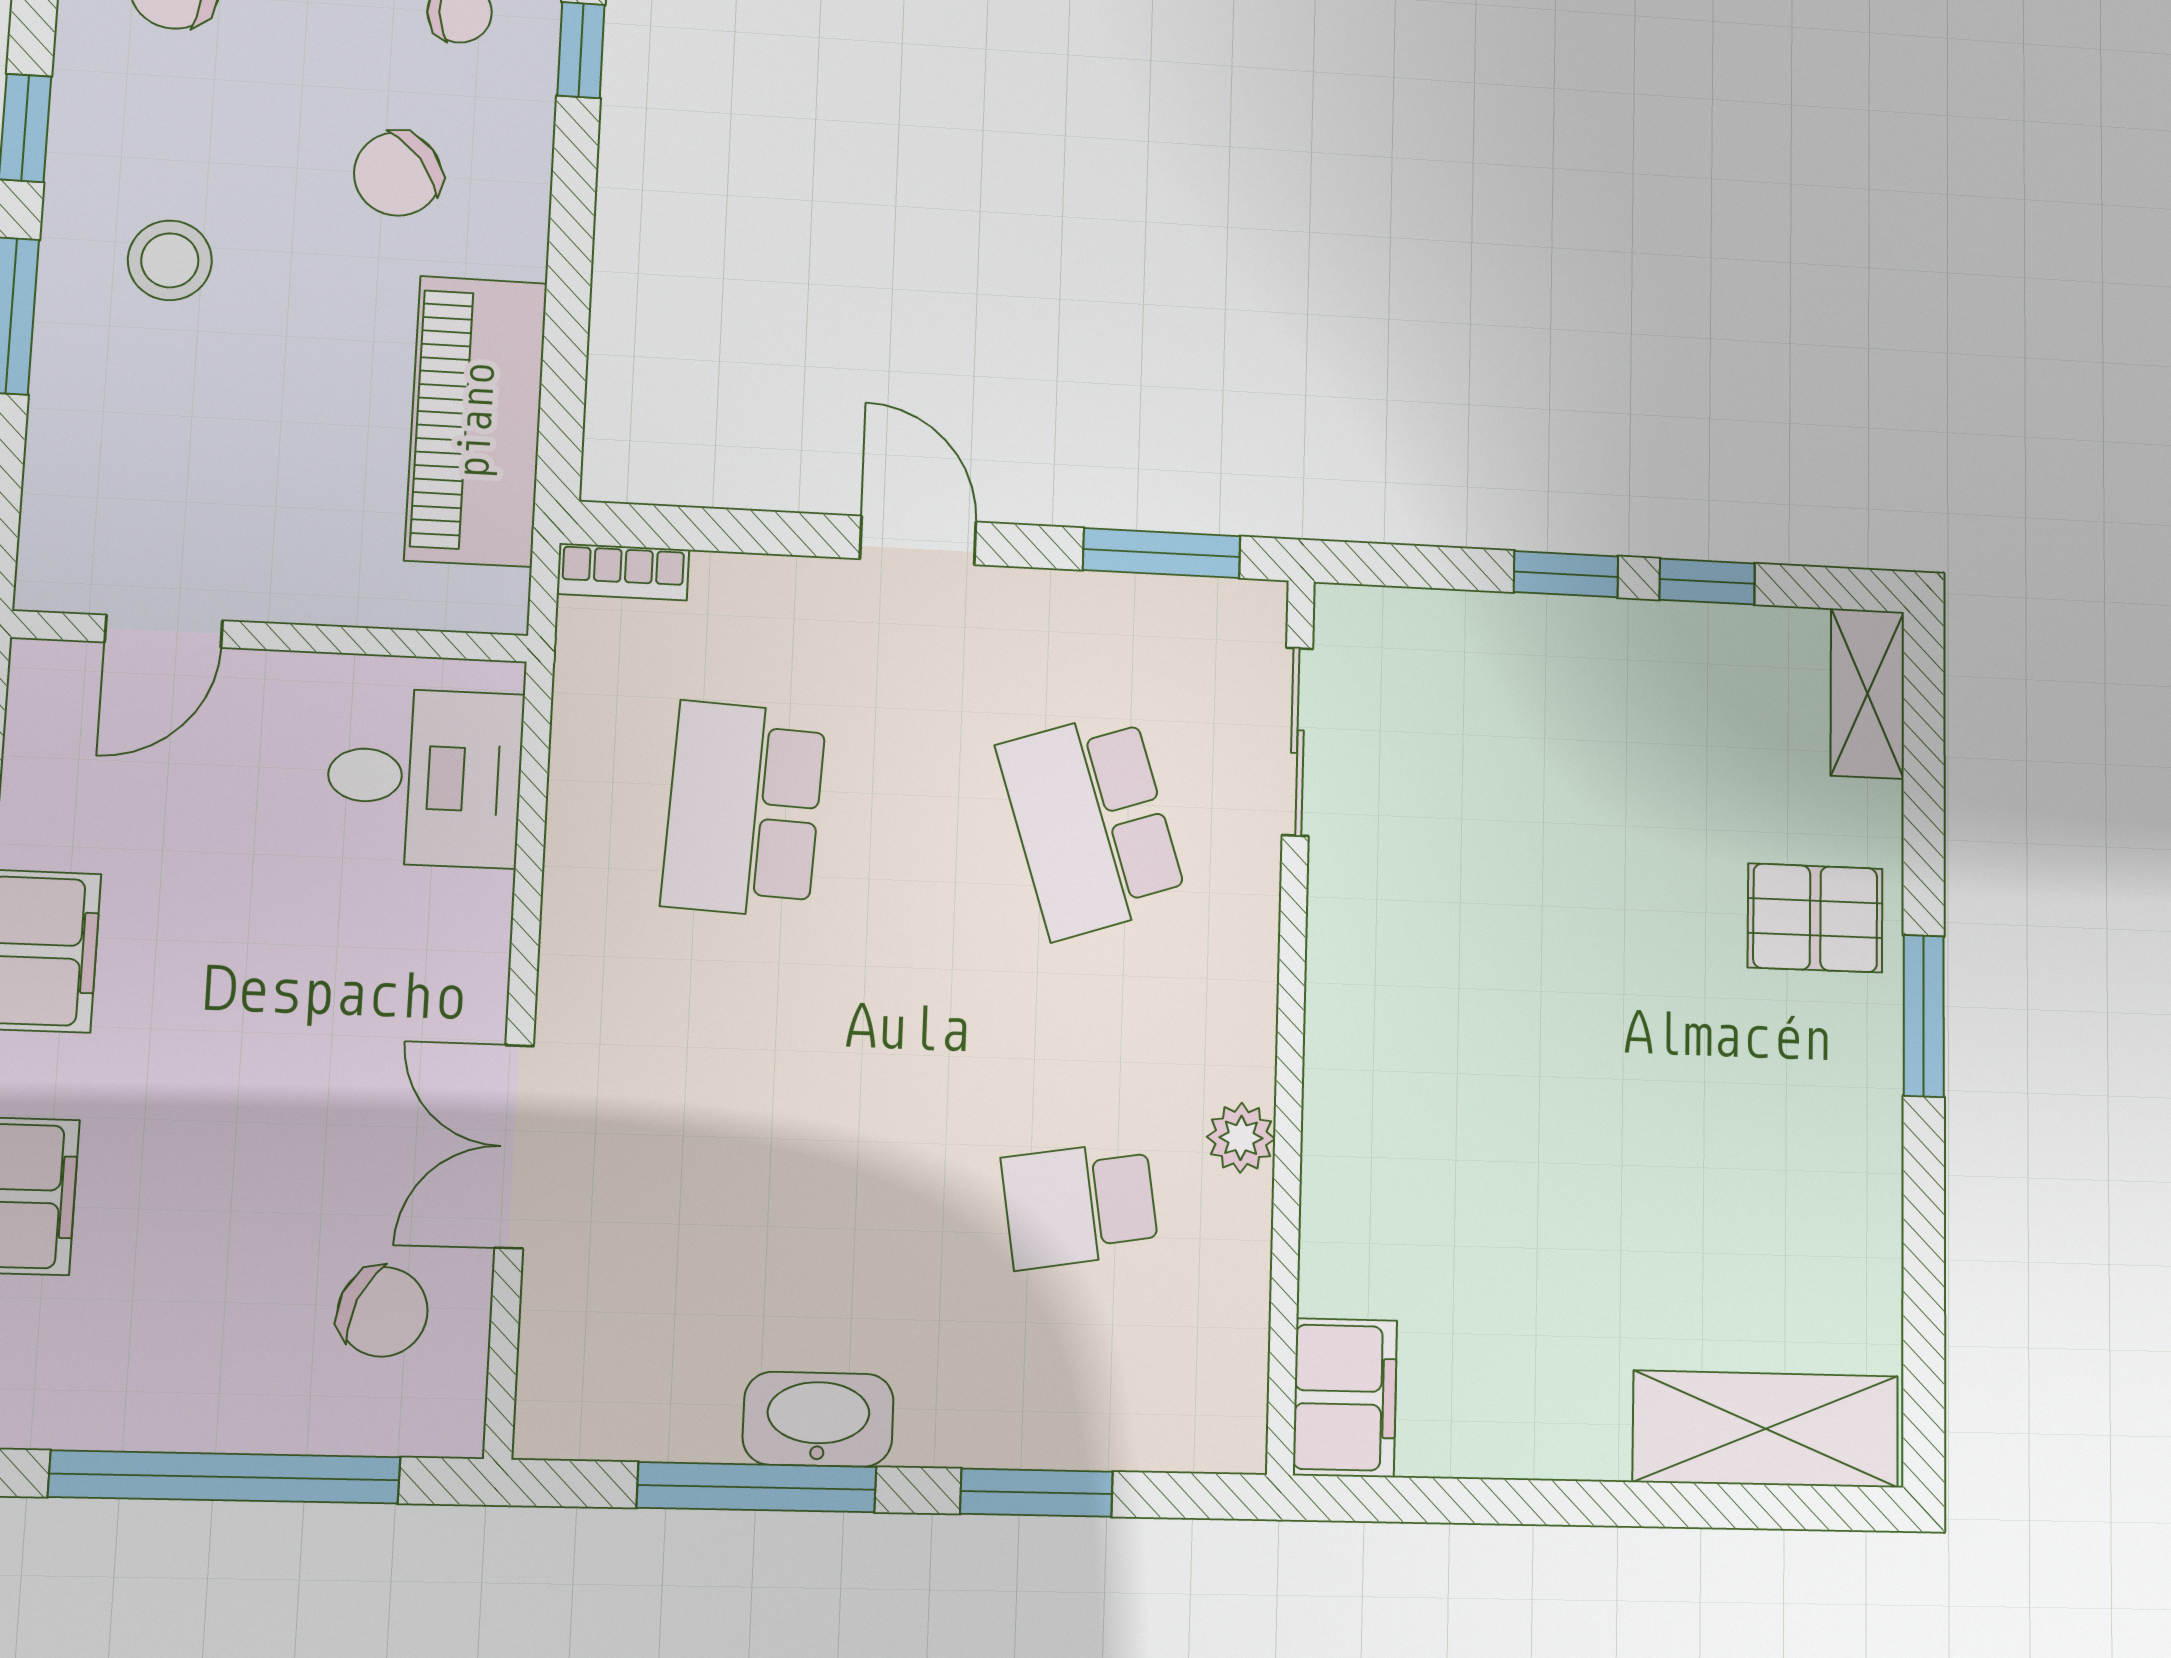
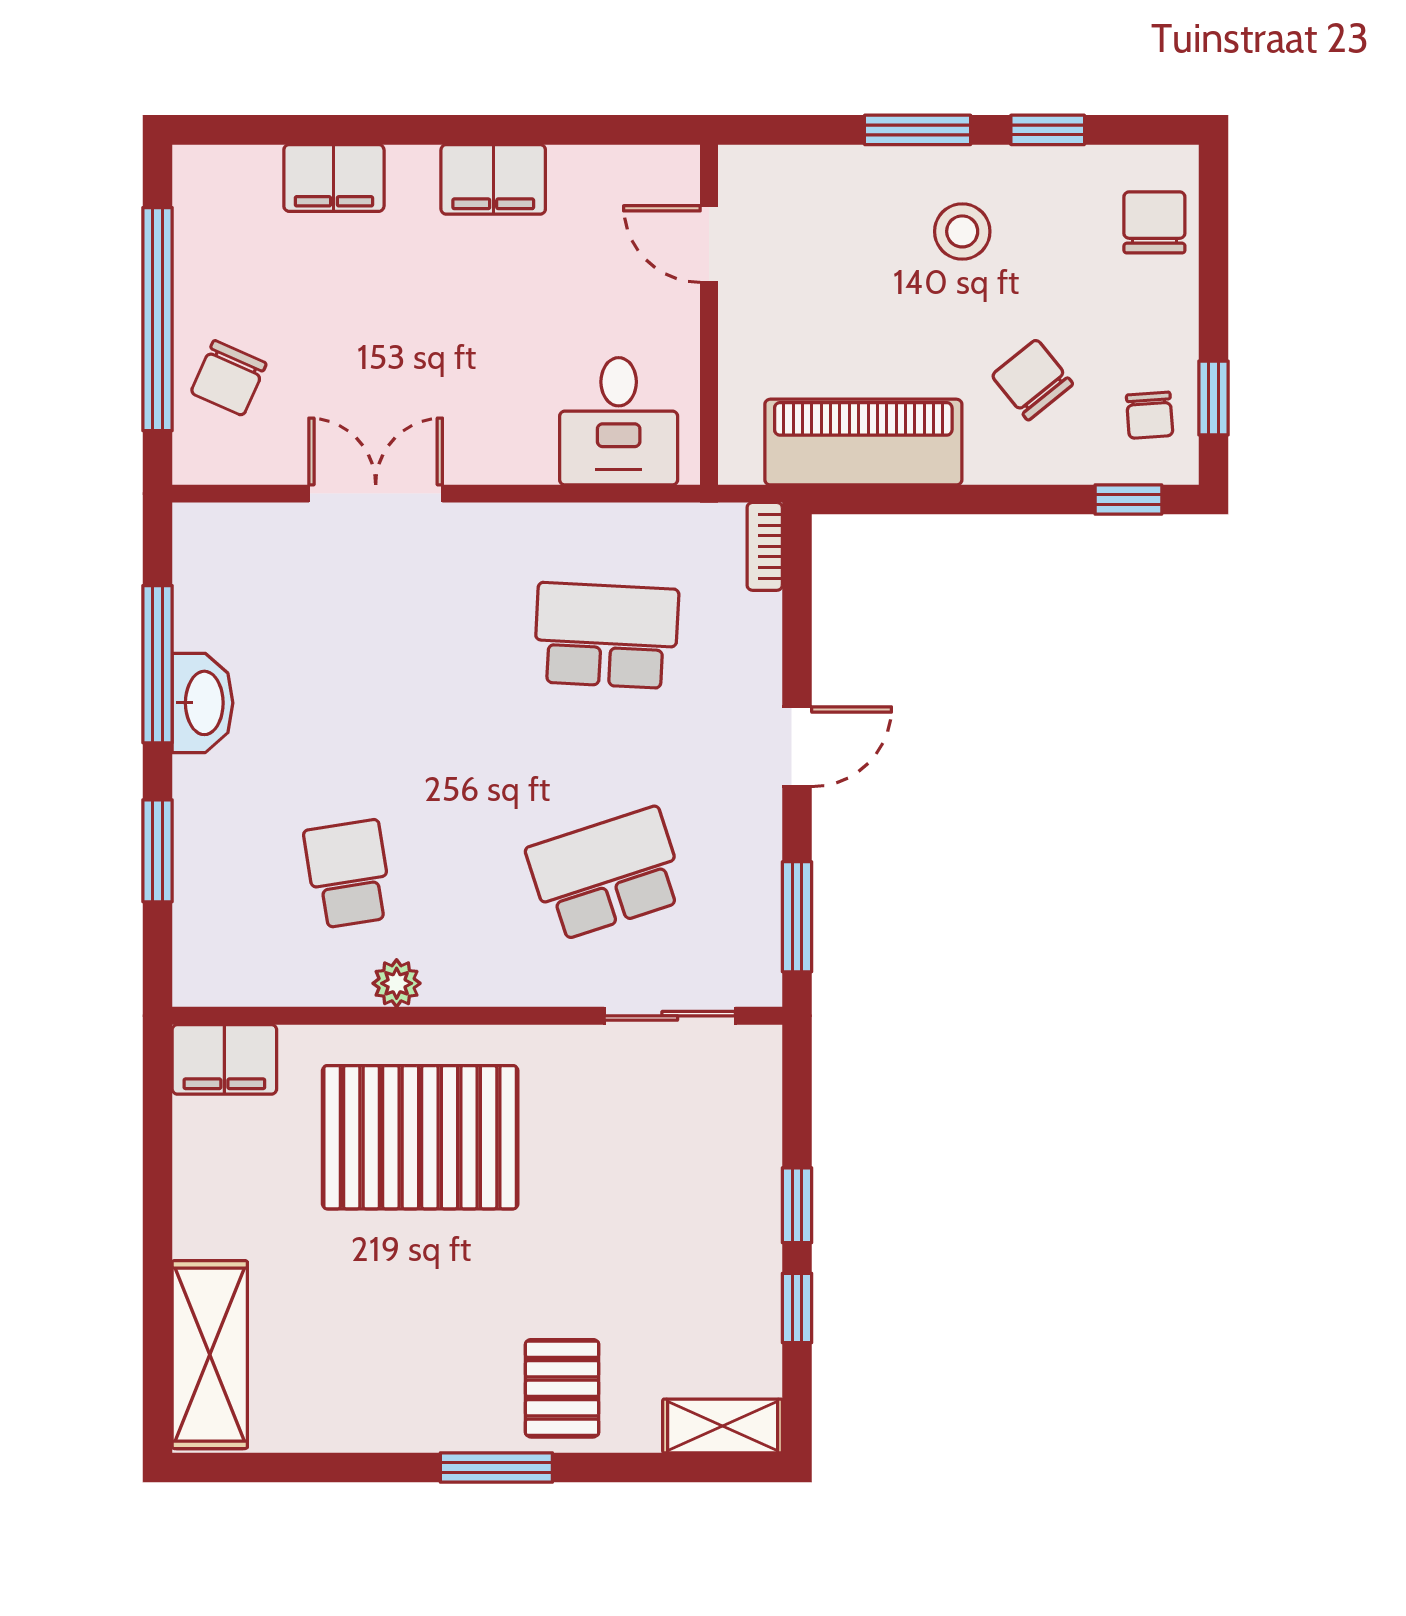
pallet: (1462, 1110) -> (420, 1137), added
chair: (383, 1312) -> (229, 378), moved

